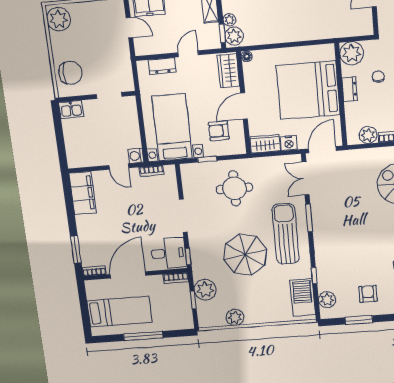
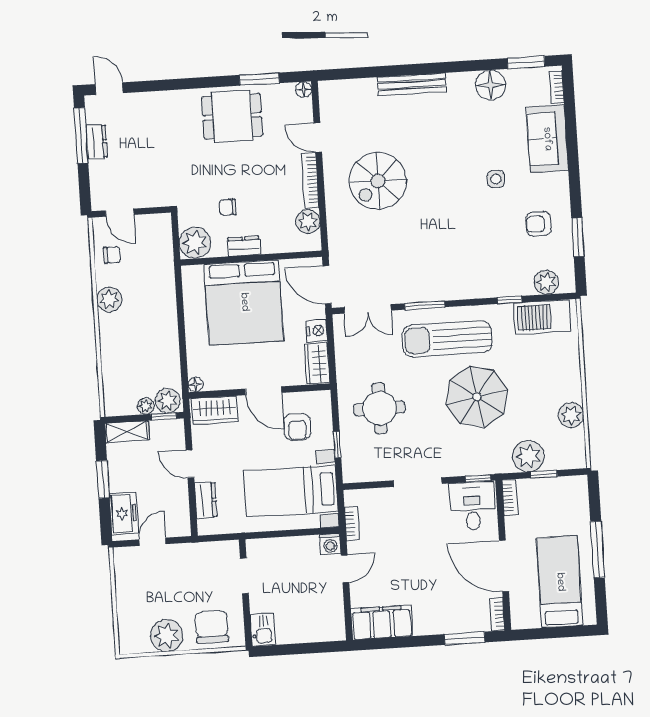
plant: (59, 19) -> (167, 636), moved

